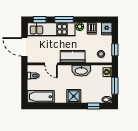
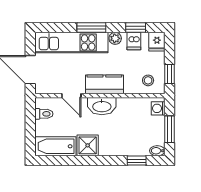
window: (40, 20) -> (136, 28), moved
washbasin: (81, 71) -> (102, 106), moved
shower: (74, 96) -> (88, 145), moved

